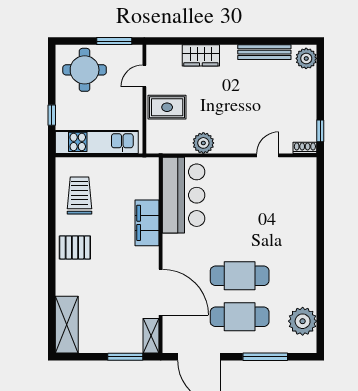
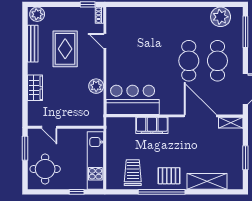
rug: (167, 107) -> (65, 49), moved, width x1.36, depth x1.43
trolley: (79, 195) -> (133, 173), turned 90
window: (52, 237) -> (162, 192), added
pallet: (75, 247) -> (169, 176), turned 90
door: (161, 292) -> (200, 116), hinge flipped
shelving: (67, 325) -> (207, 181), moved
window: (125, 357) -> (245, 158), moved
window: (265, 357) -> (245, 32), moved

